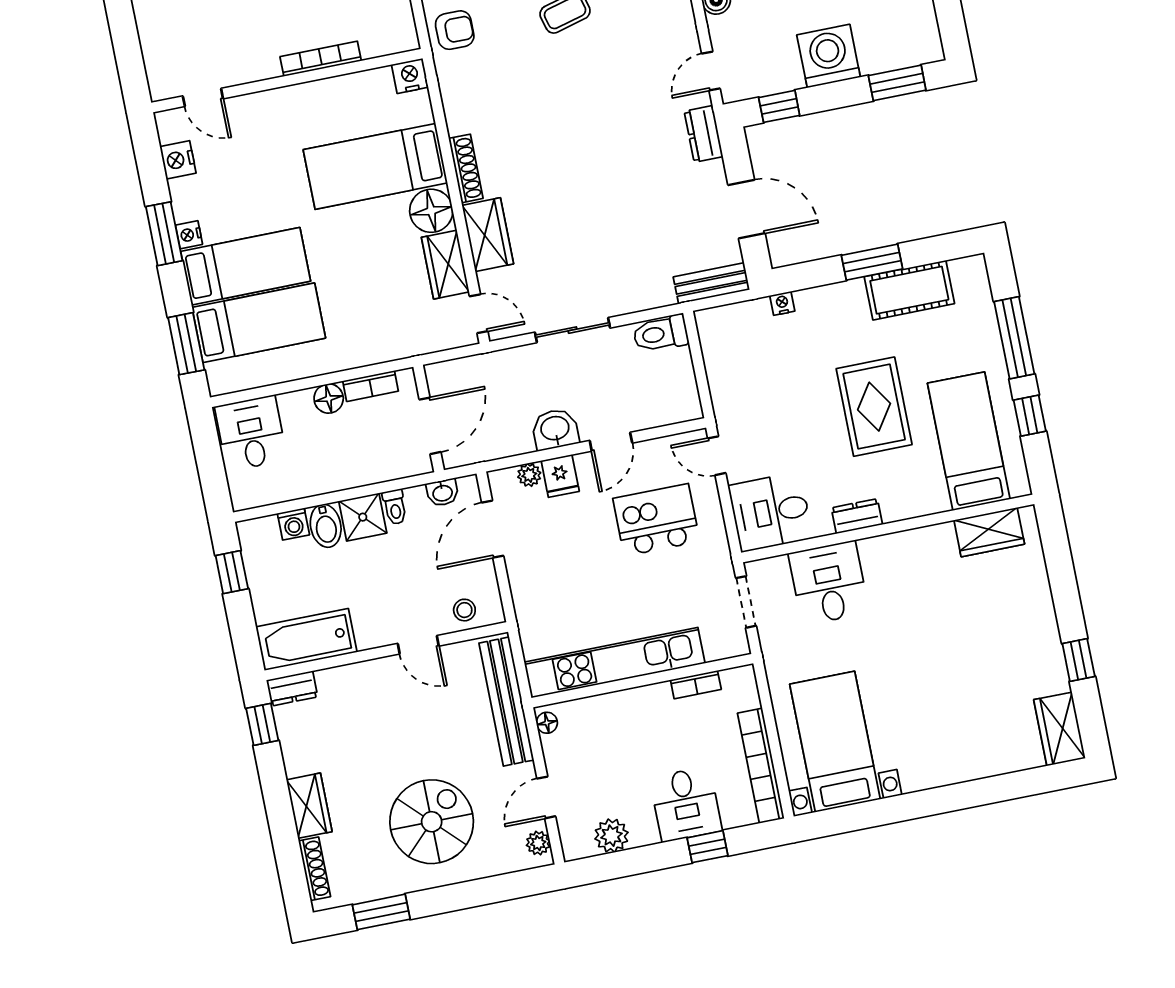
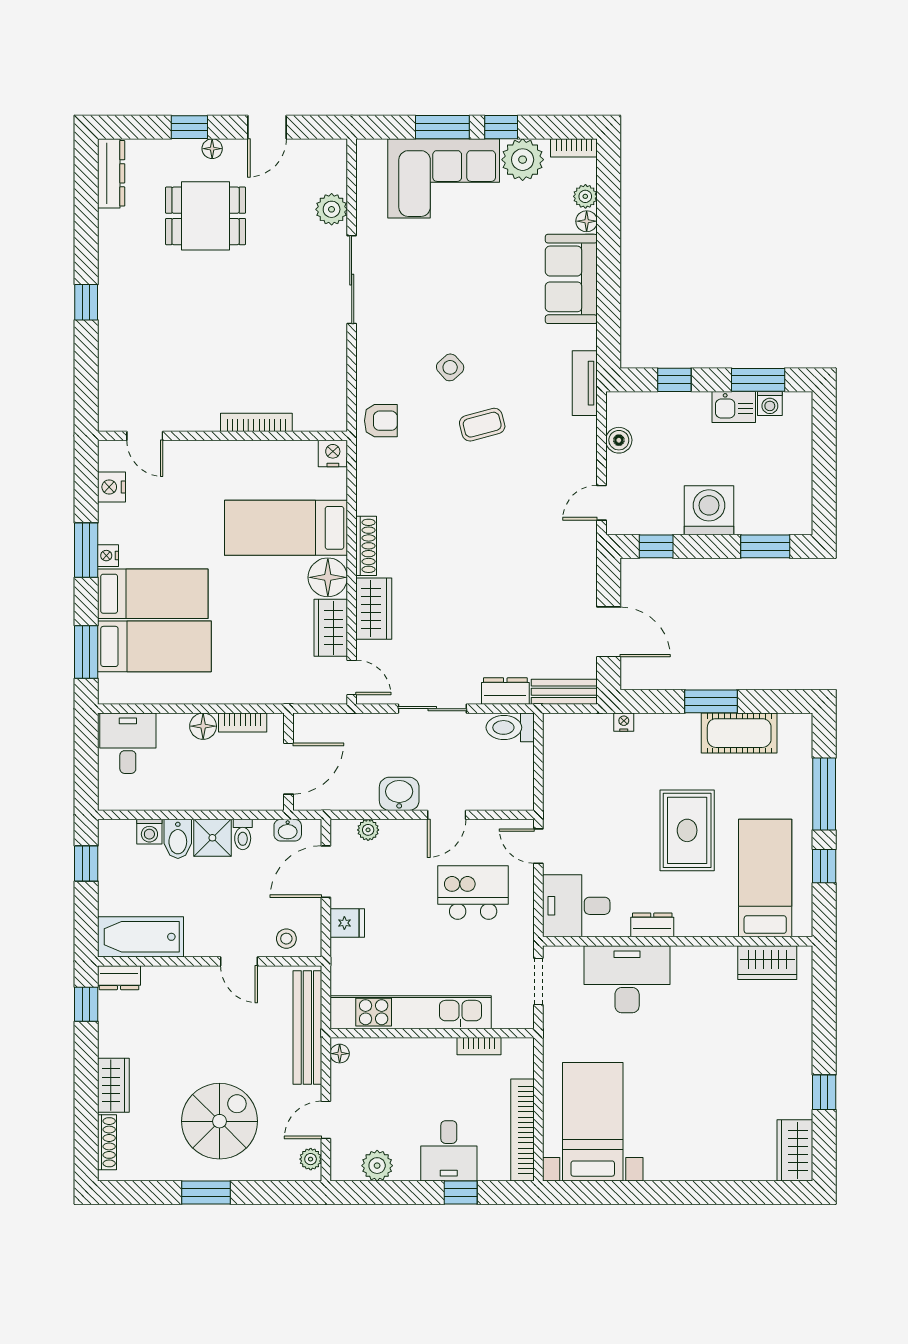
dresser: (704, 134) -> (505, 691), moved, turned 90
fridge: (560, 476) -> (347, 923), moved, turned -90
desk: (829, 583) -> (627, 979), width x1.37
window: (381, 912) -> (206, 1192), moved

